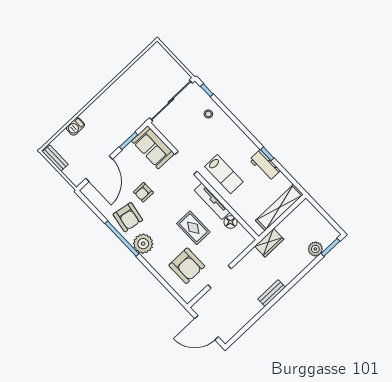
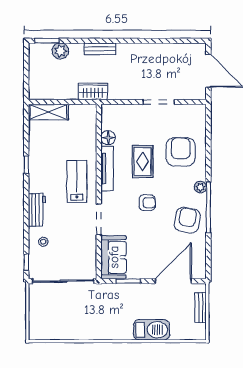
barbecue: (75, 126) -> (152, 330), width x1.88, depth x1.53
bench: (55, 158) -> (201, 308), moved
workbench: (265, 165) -> (37, 210), moved
armchair: (143, 192) -> (147, 203), moved
shelving: (279, 208) -> (48, 112), width x0.68
plant: (143, 244) -> (200, 187), width x0.53, depth x0.53
armchair: (187, 266) -> (181, 152), moved
bench: (272, 293) -> (100, 49), moved

